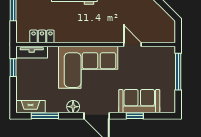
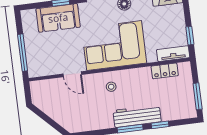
stool: (96, 28) -> (111, 87), added

